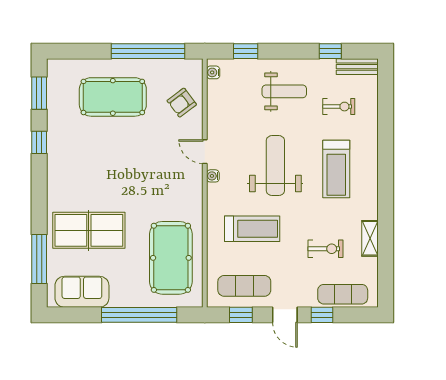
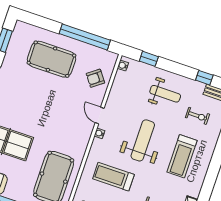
treadmill: (252, 229) -> (113, 177), turned 180

